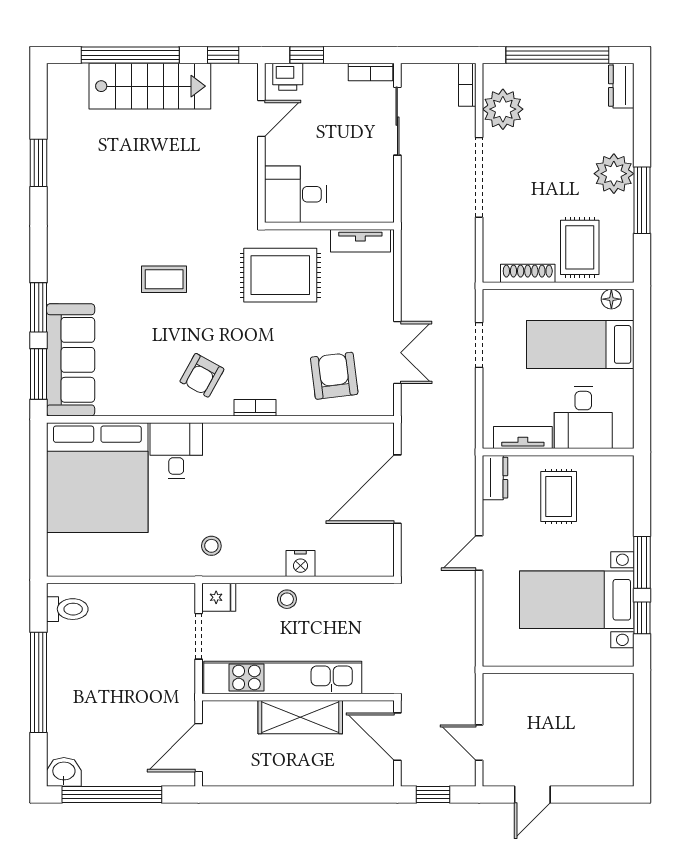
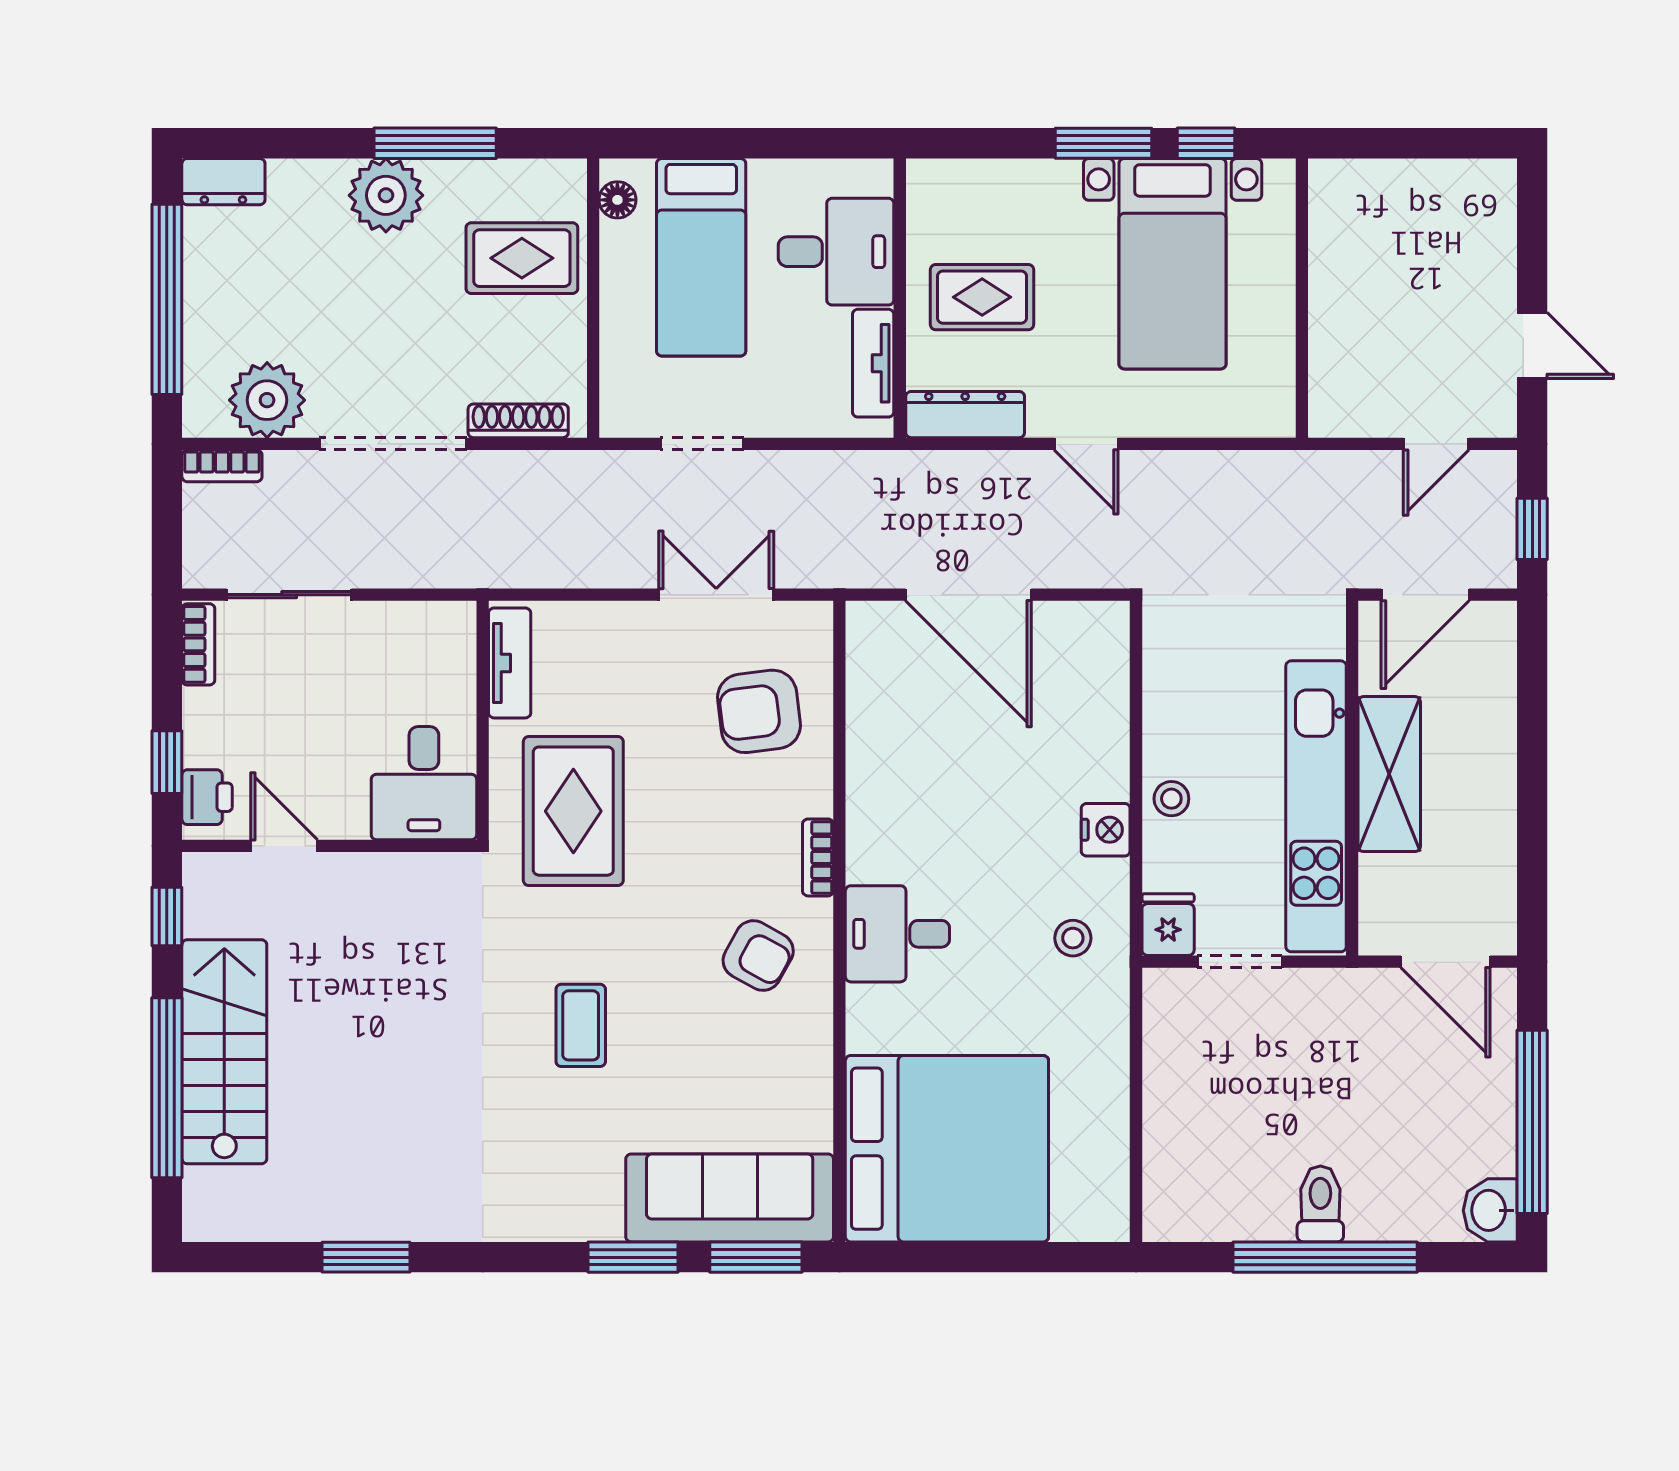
shoe rack: (528, 273) -> (518, 421), moved, turned 90
desk: (176, 451) -> (897, 934), moved
dresser: (495, 478) -> (965, 415), width x1.44
nightstand: (300, 564) -> (1106, 830), moved
toilet: (67, 609) -> (1320, 1204), moved

